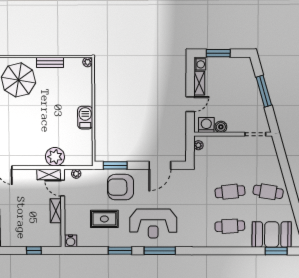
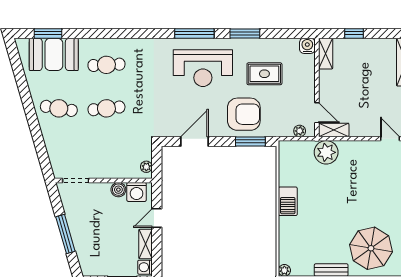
shelving: (56, 211) -> (326, 54), moved
reception desk: (153, 223) -> (203, 68), turned 180

